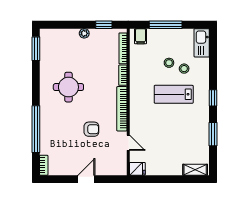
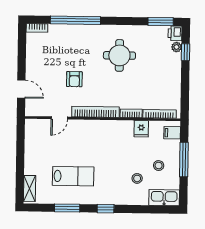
window: (104, 25) -> (186, 52), moved
plant: (84, 33) -> (177, 47), moved
printer: (47, 35) -> (175, 33), added
stool: (169, 63) -> (159, 166), moved
lab bench: (174, 94) -> (73, 176), moved, turned 90
fridge: (137, 169) -> (141, 129), moved
door: (86, 179) -> (21, 89), moved

